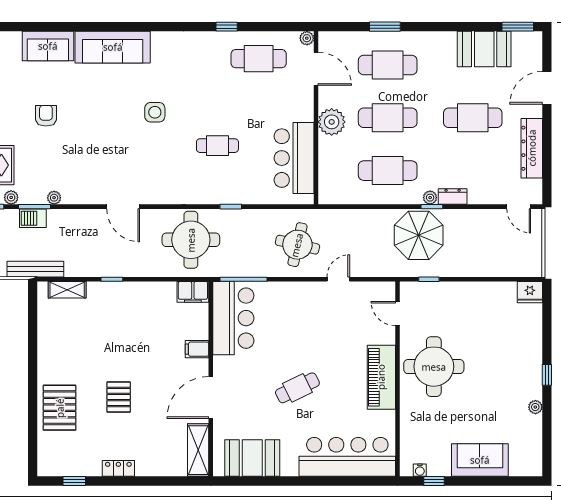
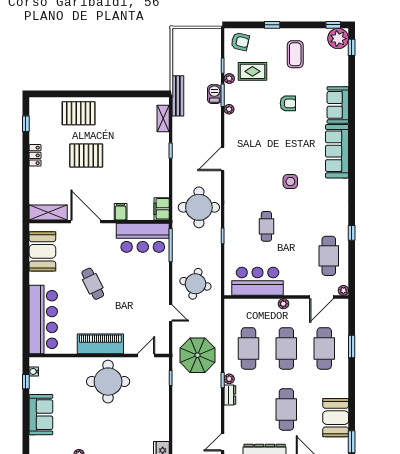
plant: (332, 122) -> (283, 304), width x0.53, depth x0.53
parasol: (419, 235) -> (197, 355), moved
pallet: (119, 397) -> (86, 156), width x1.50, depth x1.42

